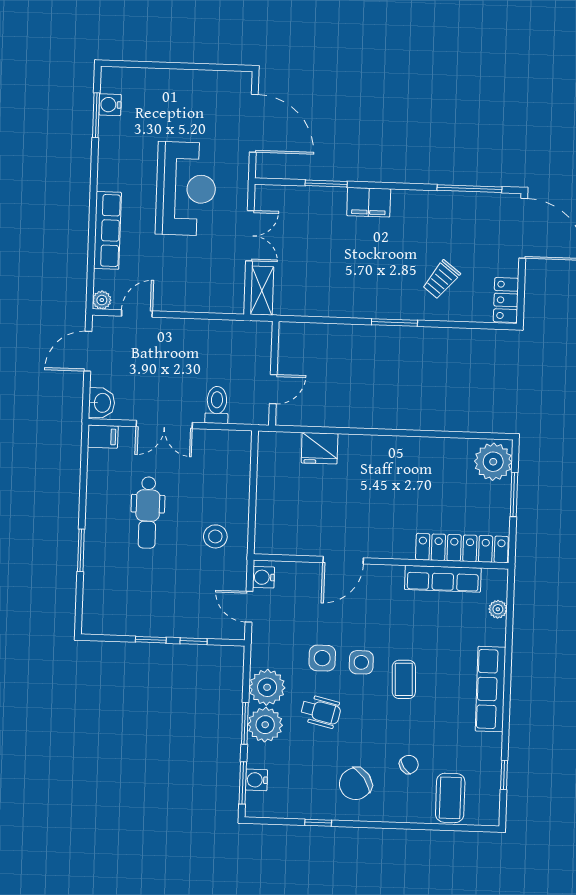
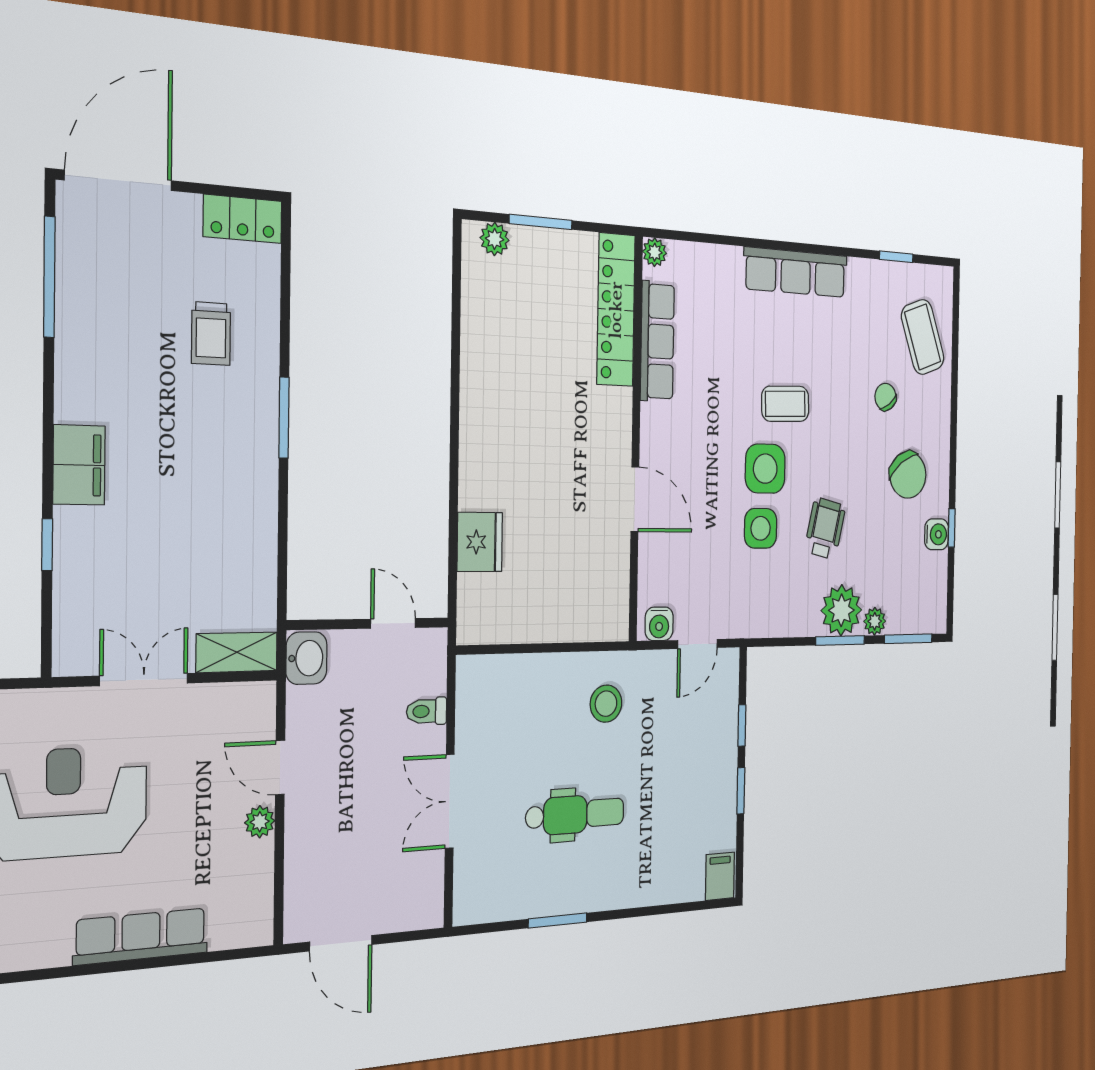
window: (326, 184) -> (47, 545), width x0.67
trolley: (441, 280) -> (211, 334), turned 52
plant: (102, 300) -> (260, 822), moved
door: (137, 313) -> (280, 767), moved
washbasin: (102, 403) -> (306, 658), moved, turned 90
toilet: (217, 405) -> (427, 711), width x0.73, depth x0.72
double door: (164, 425) -> (450, 801), swing flipped
filing cabinet: (103, 437) -> (720, 876), moved
plant: (493, 462) -> (495, 239), width x0.53, depth x0.53
window: (81, 550) -> (558, 920), moved
plant: (498, 609) -> (655, 252), moved
side table: (361, 662) -> (765, 469), width x1.37, depth x1.37
plant: (267, 687) -> (875, 621), moved, width x0.53, depth x0.53
water cooler: (256, 780) -> (937, 534), moved, turned -90
coffee table: (450, 798) -> (923, 337), turned 70

